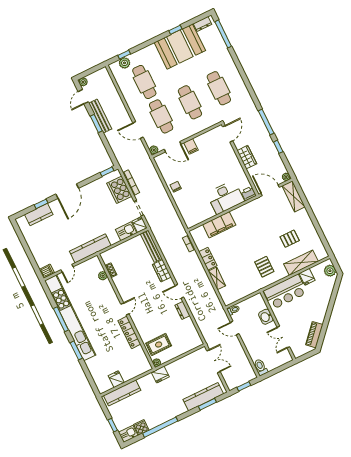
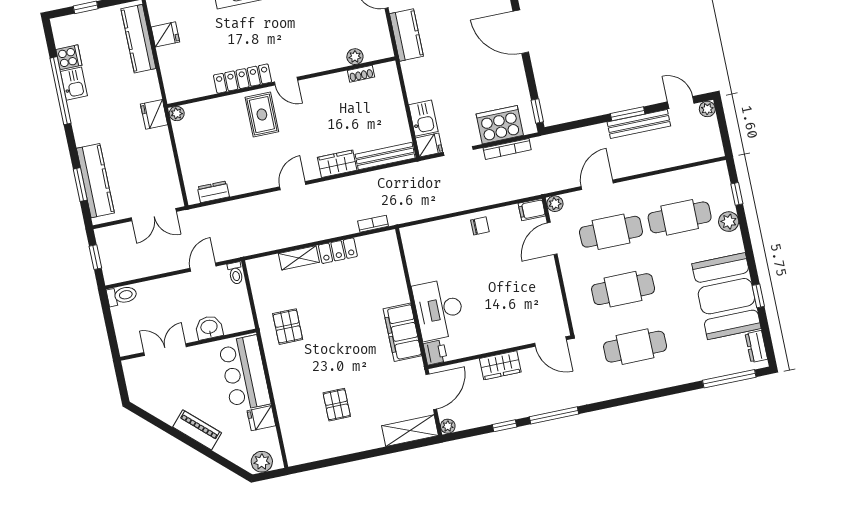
plant: (125, 63) -> (729, 222), moved
filing cabinet: (191, 146) -> (532, 210), moved
filing cabinet: (219, 225) -> (403, 332), moved
kitchen counter: (90, 248) -> (406, 35), width x0.67
shelving: (301, 263) -> (289, 414), removed
pallet: (264, 267) -> (288, 327), moved, turned 90
dresser: (182, 310) -> (213, 192), moved
piano: (314, 335) -> (197, 430), moved
rug: (159, 345) -> (262, 115), moved
kitchen sink: (128, 434) -> (74, 84), moved

